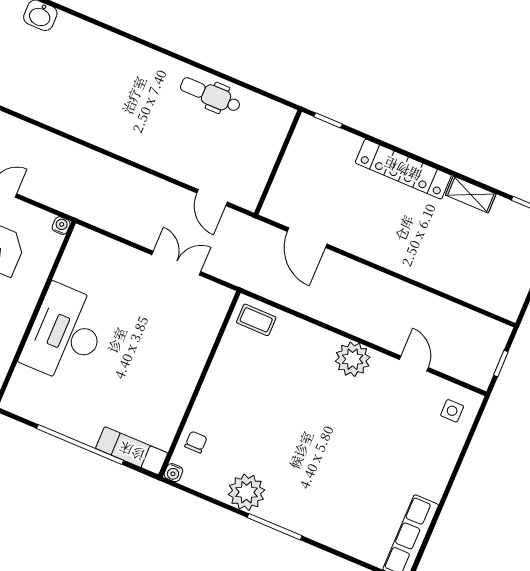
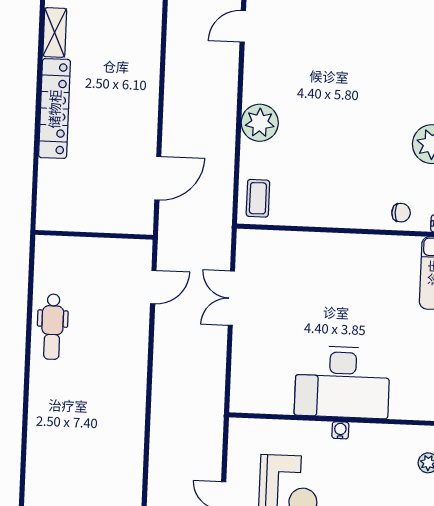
window: (328, 120) -> (34, 201), removed
water cooler: (61, 226) -> (340, 430), moved, turned 90
plant: (353, 359) -> (260, 123), moved
chair: (196, 442) -> (401, 213), turned 180

